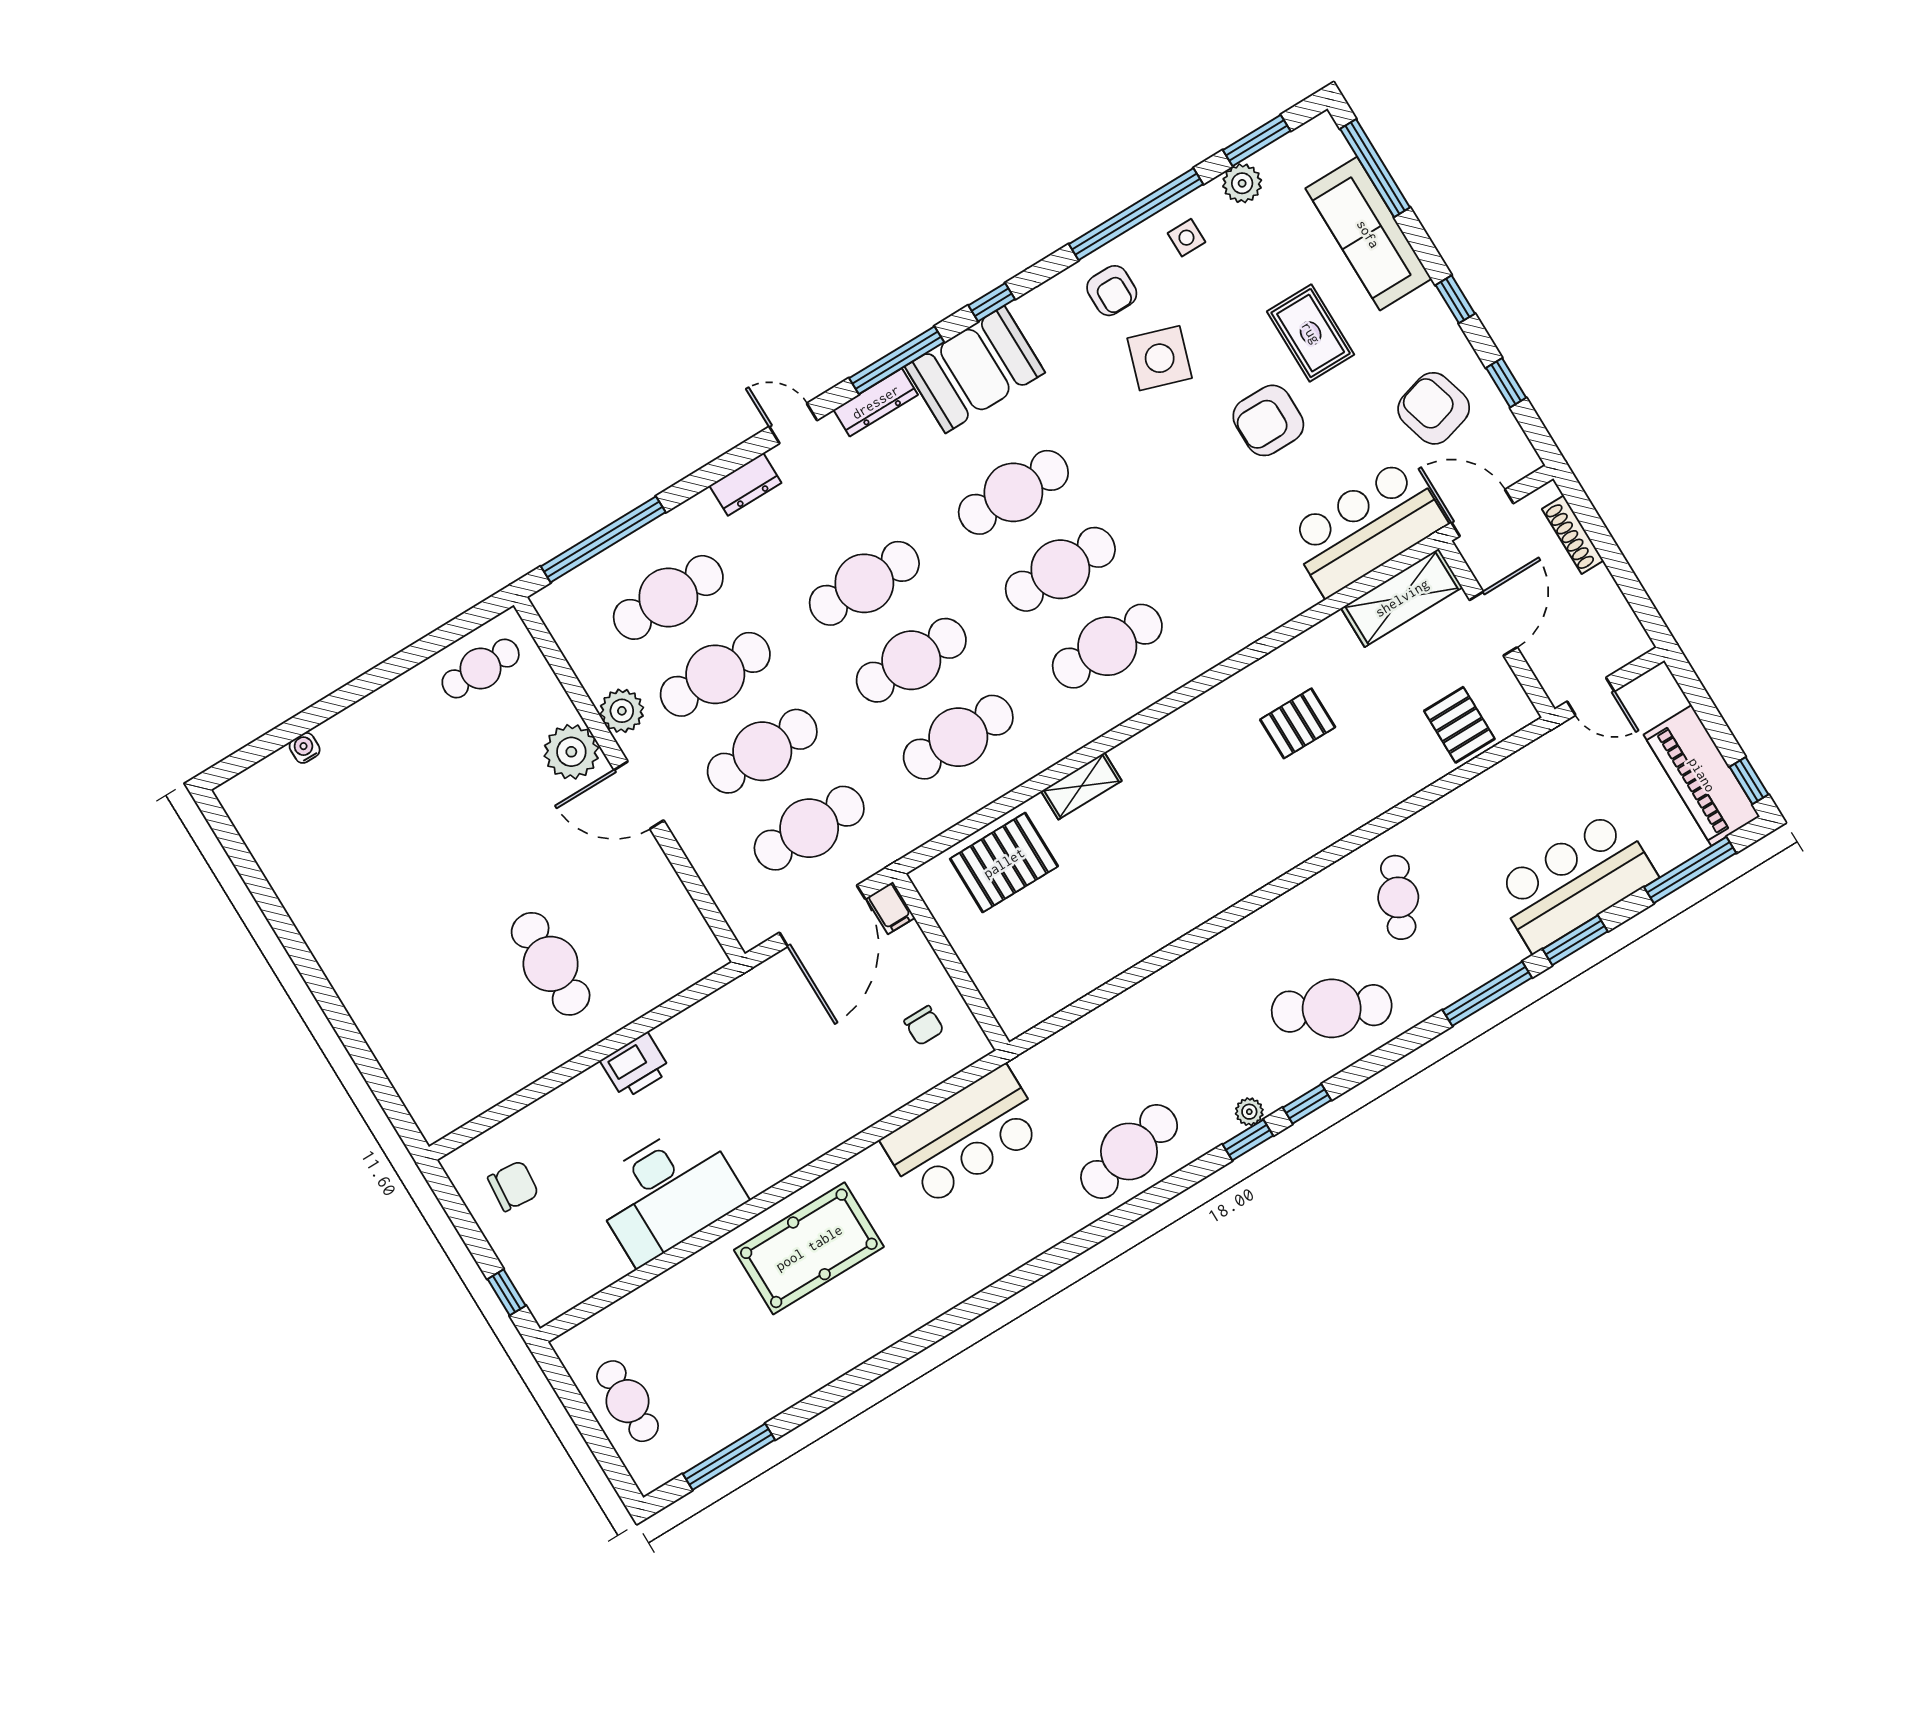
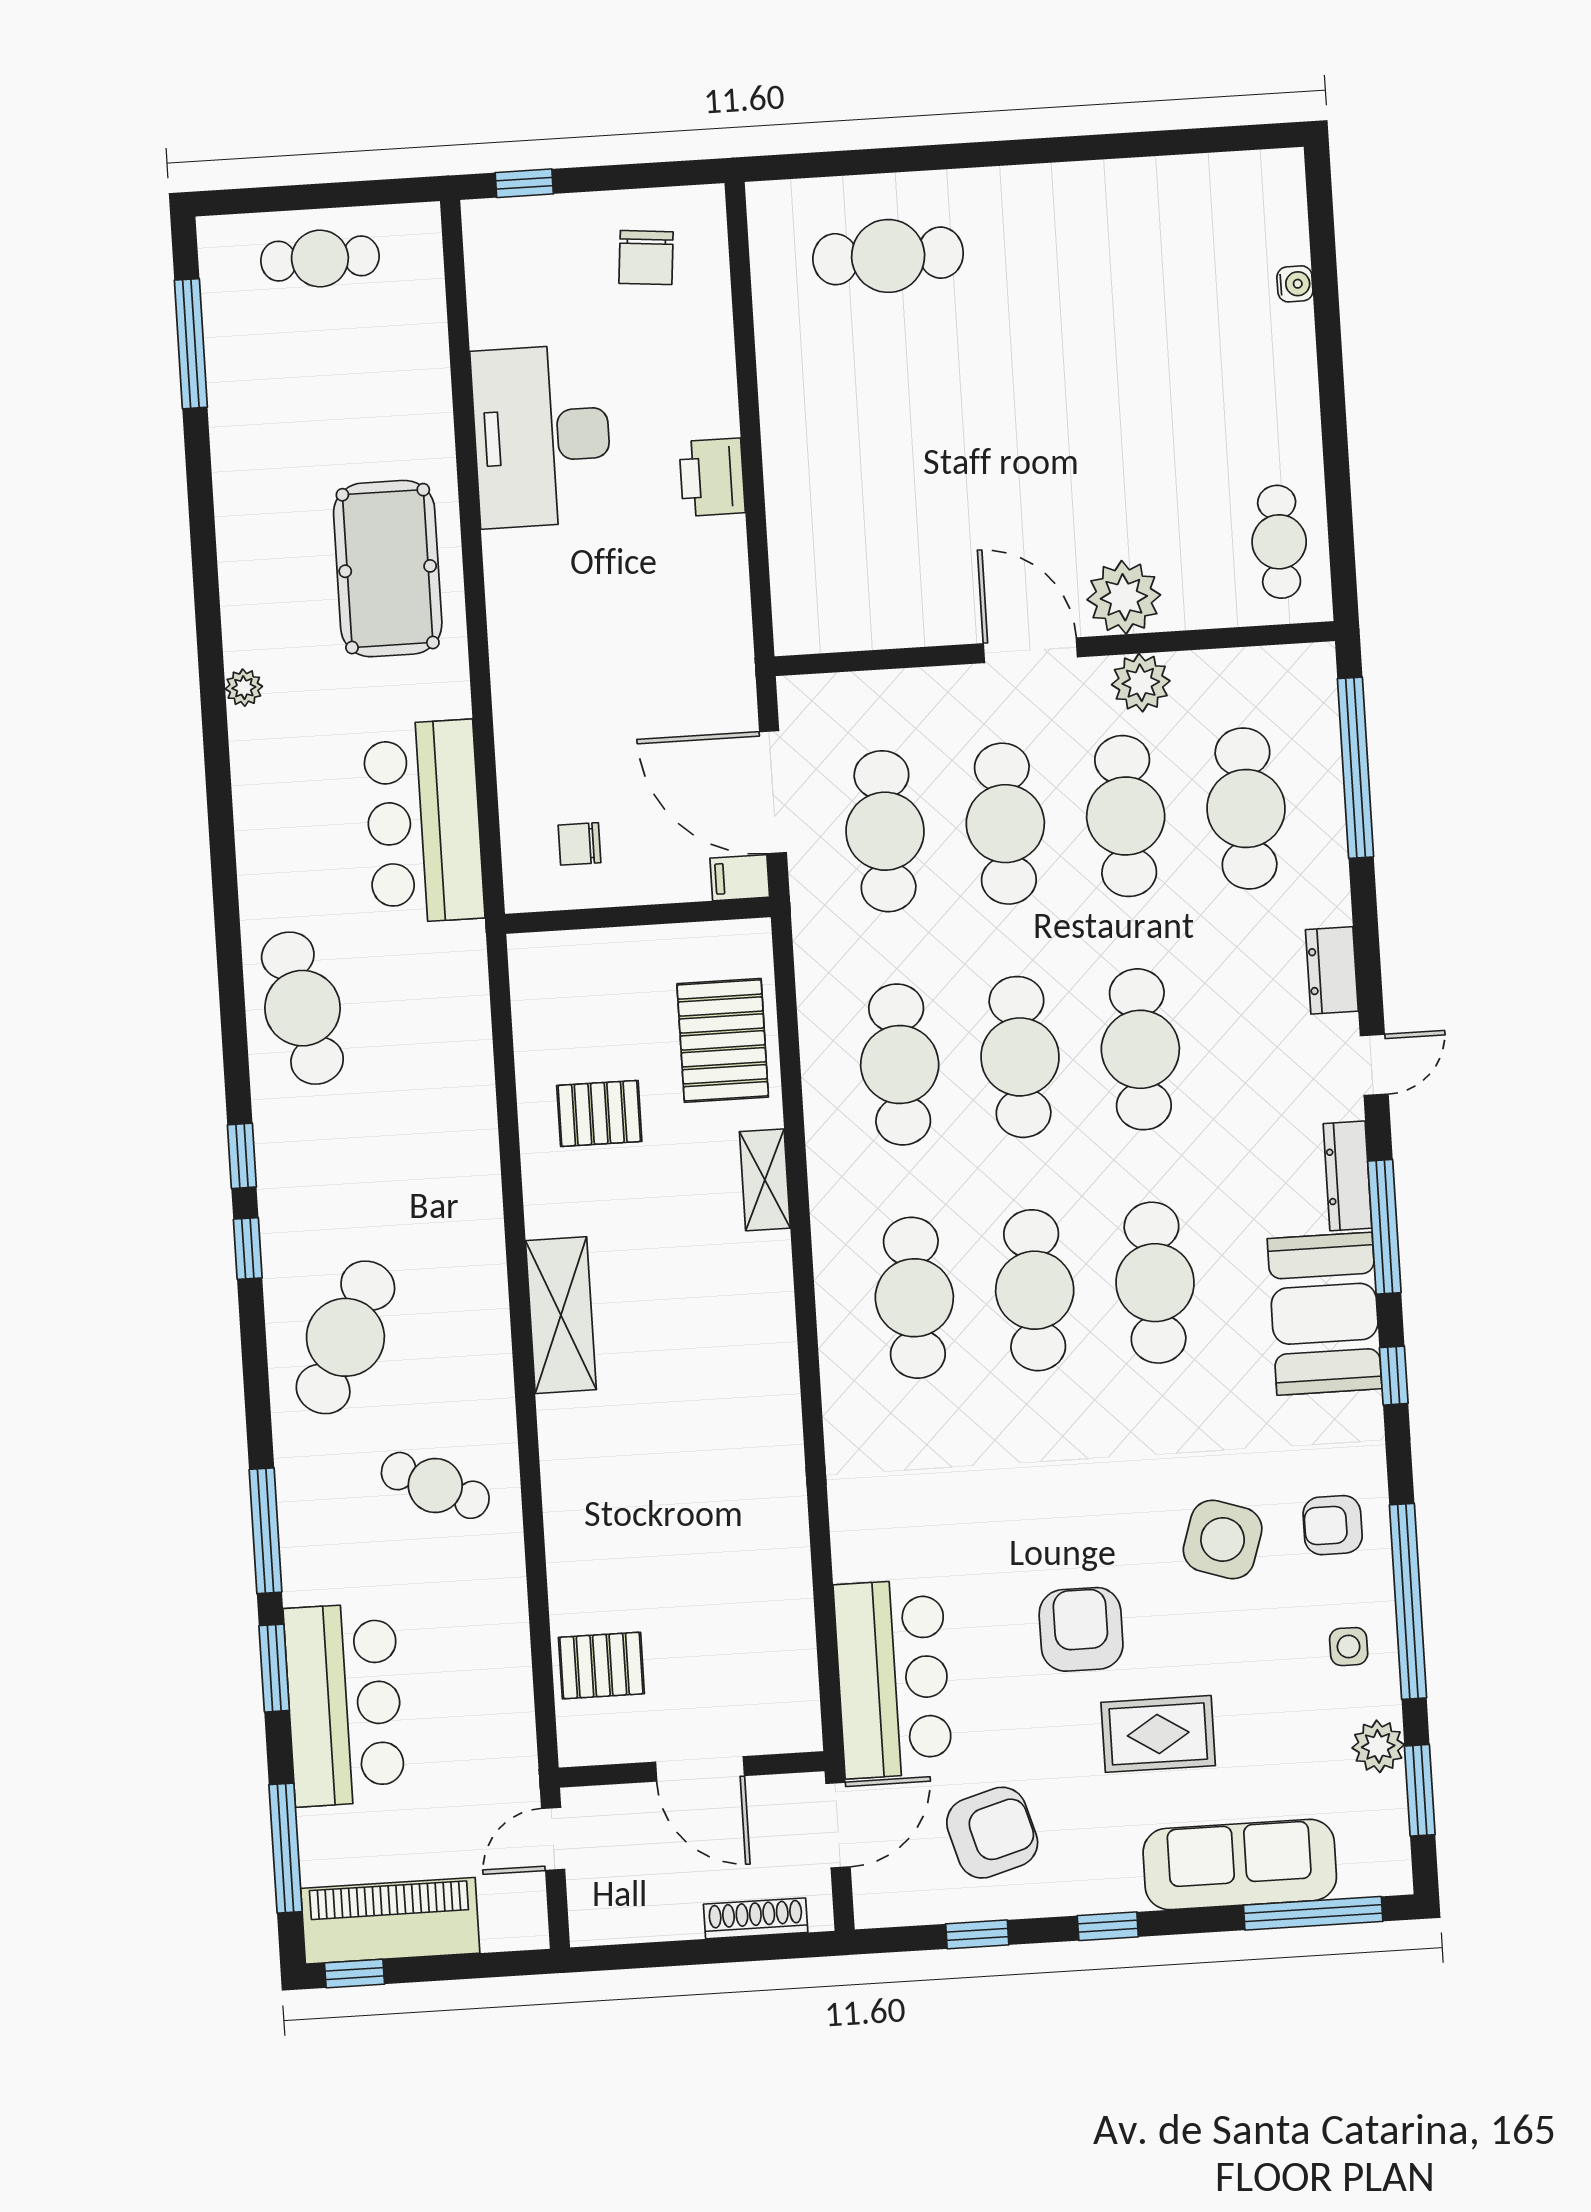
shelving: (1402, 598) -> (561, 1315), moved
pallet: (1298, 723) -> (599, 1113), moved, turned 90
door: (639, 795) -> (1030, 650), hinge flipped
cafe table: (551, 964) -> (888, 256), moved
plant: (1249, 1112) -> (244, 688), moved

